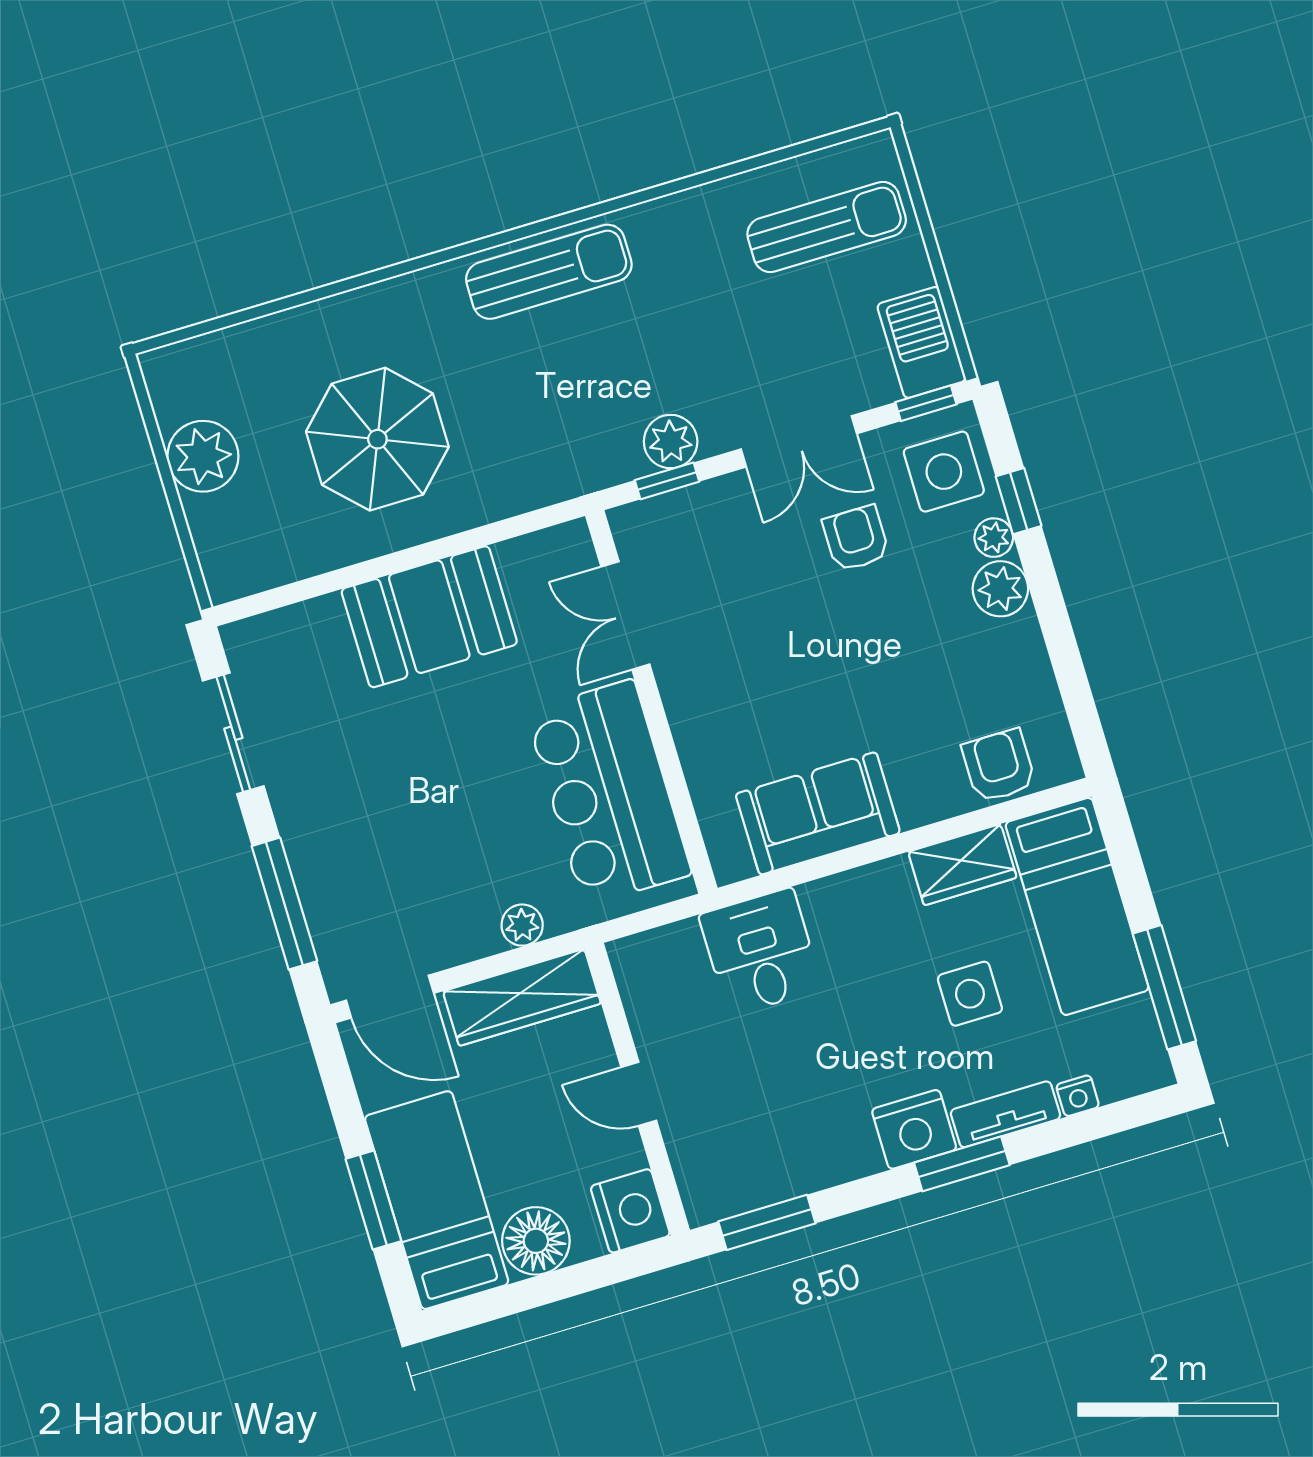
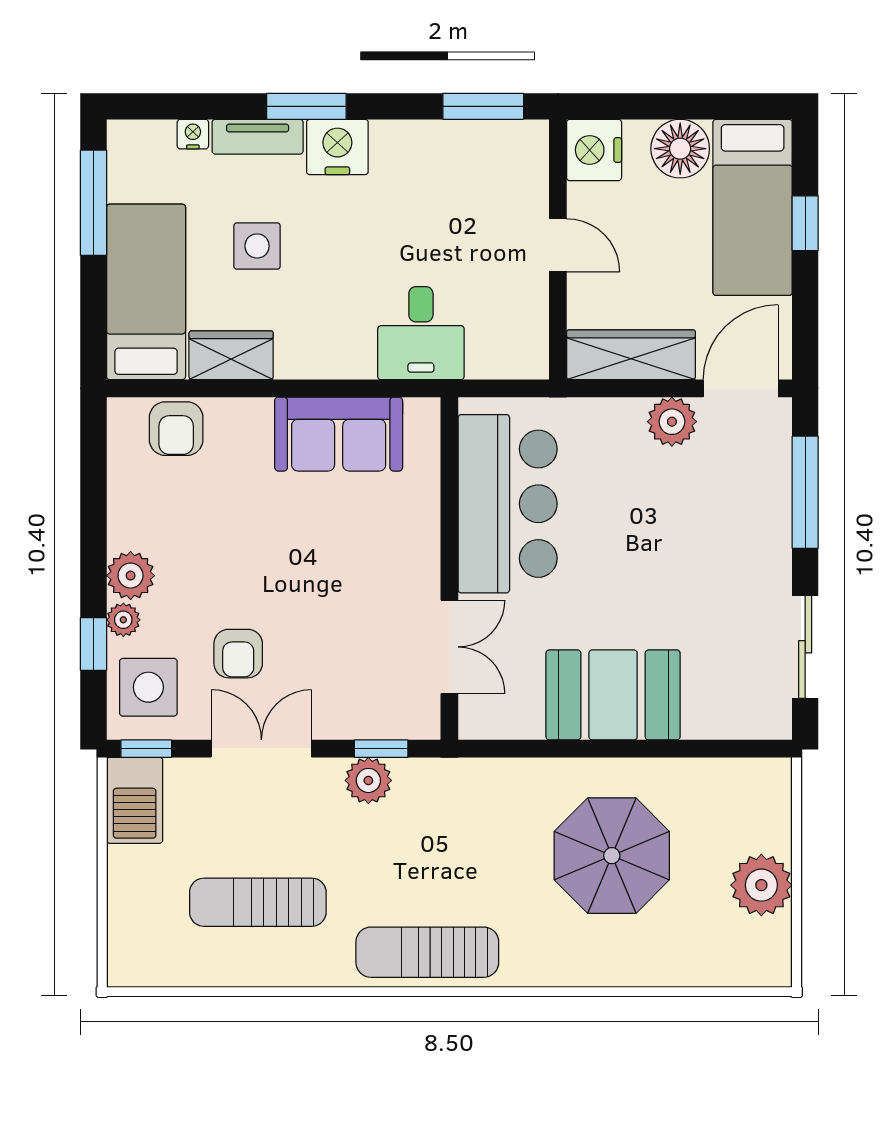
sun lounger: (827, 227) -> (258, 902), moved
plant: (522, 925) -> (672, 422), moved, width x1.38, depth x1.38
door: (390, 997) -> (741, 388), hinge flipped
window: (373, 1200) -> (805, 223), width x0.67

